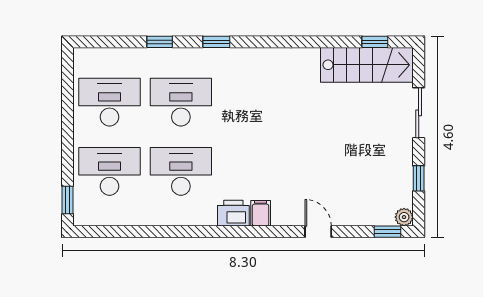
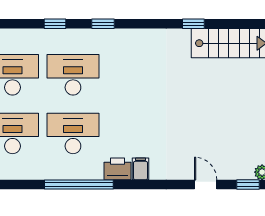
window: (375, 42) -> (193, 24), moved
window: (188, 232) -> (79, 185), added
door: (318, 232) -> (206, 185), moved

